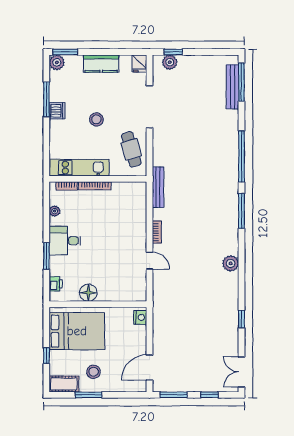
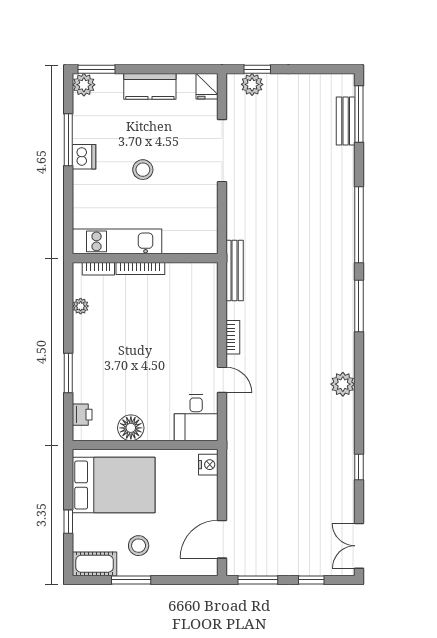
bench: (233, 87) -> (346, 121), width x0.73
cafe table: (131, 149) -> (195, 214), removed
desk: (65, 241) -> (196, 417), moved, turned -90

